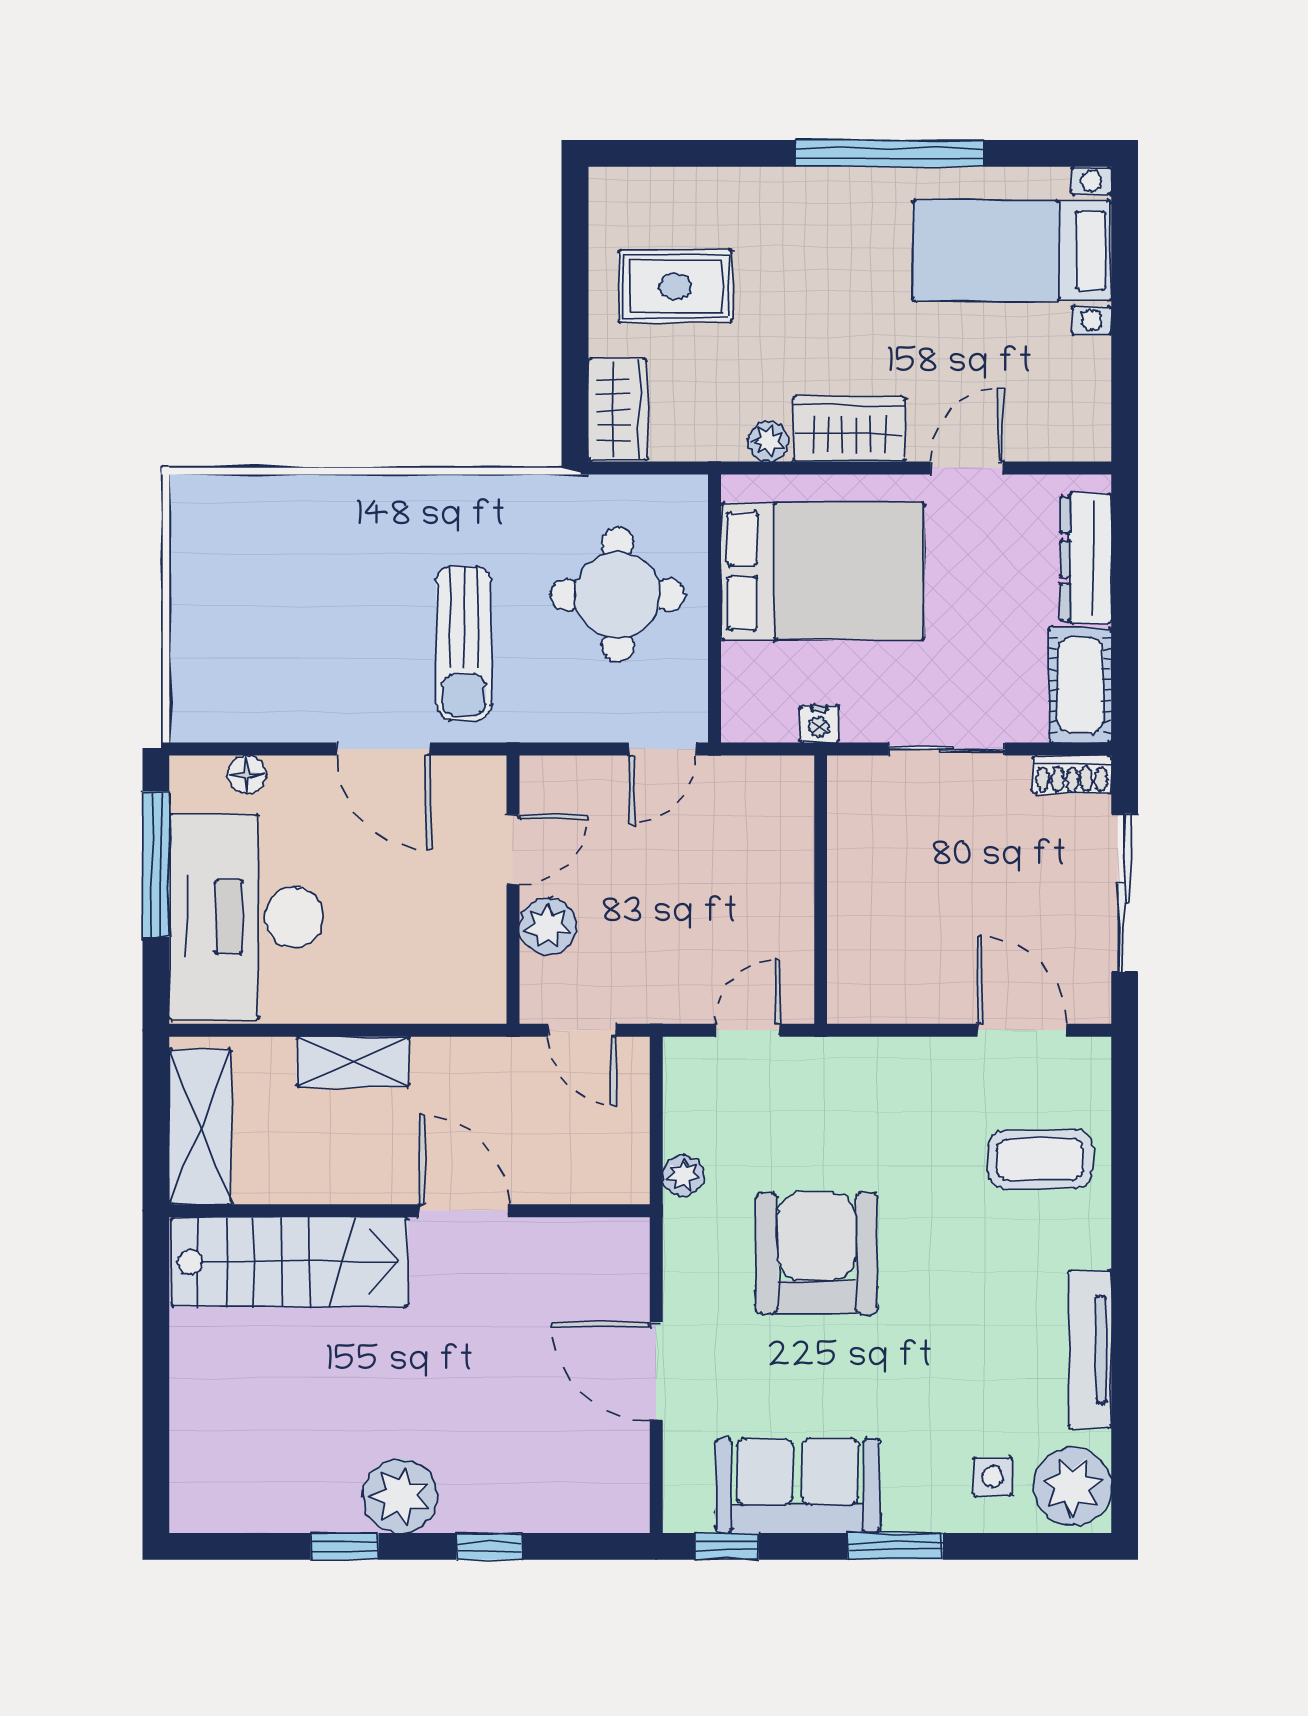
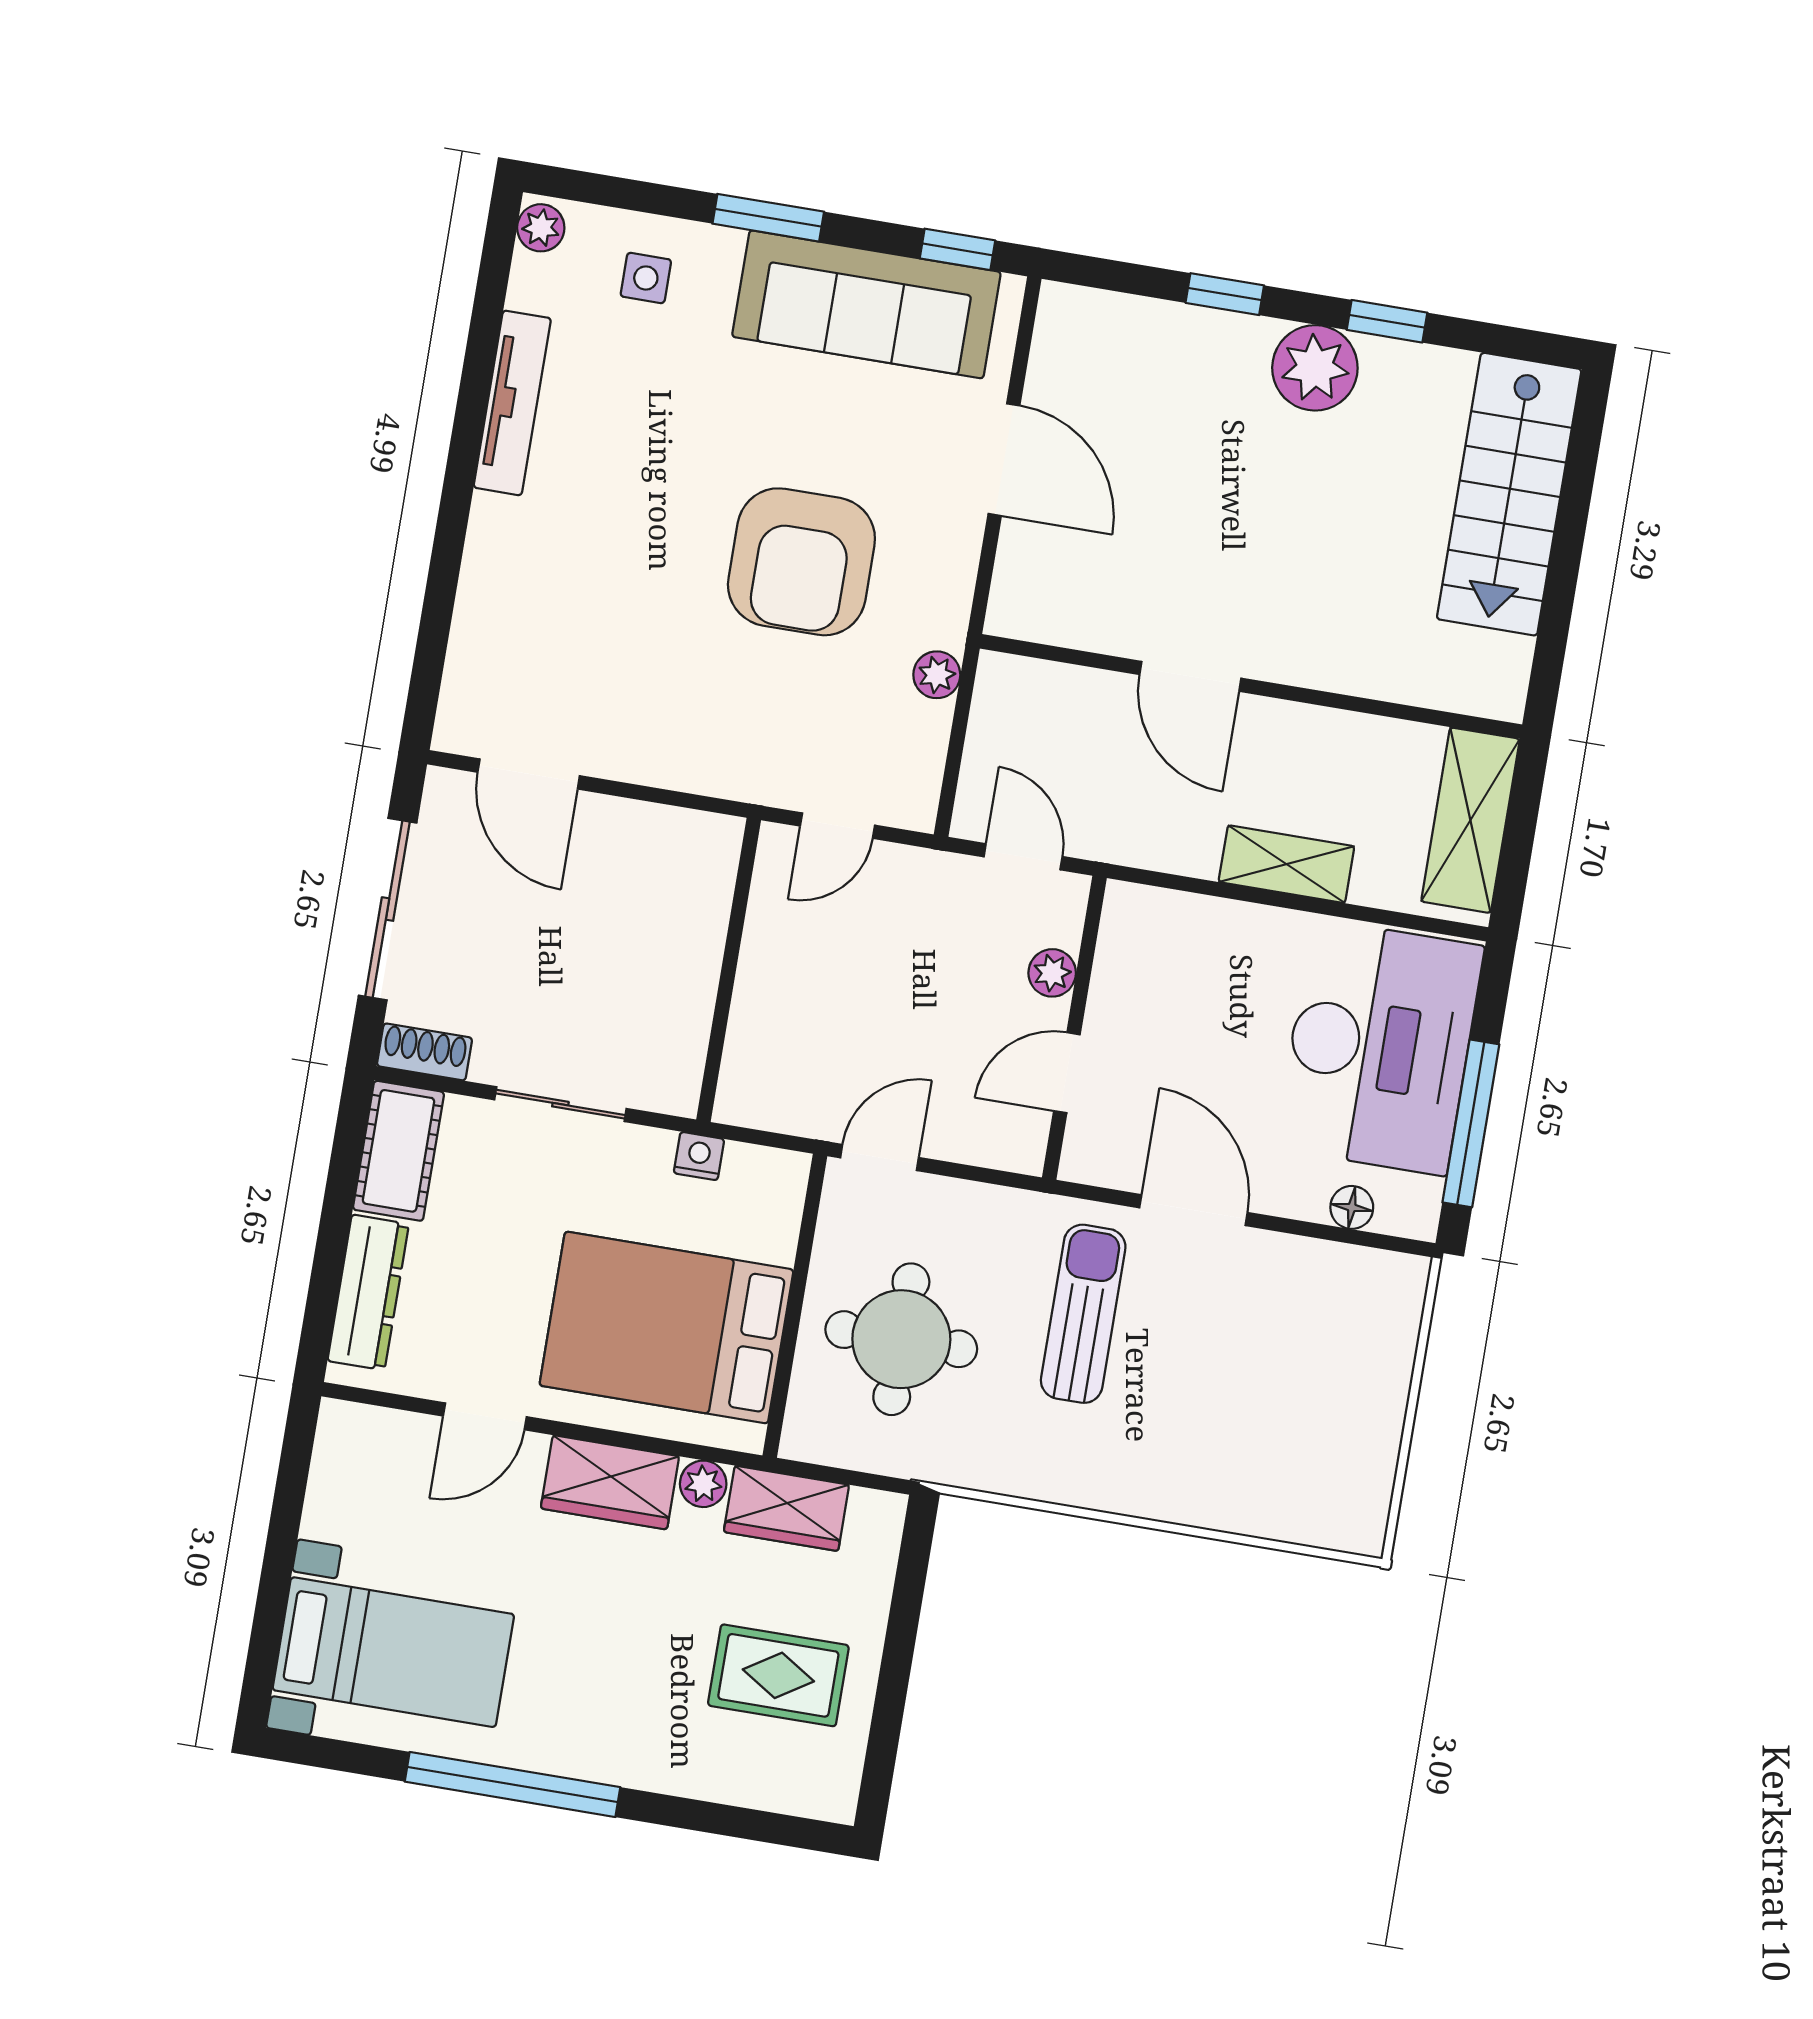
wardrobe: (618, 409) -> (786, 1508), moved, turned -90
plant: (548, 926) -> (1052, 973), width x0.73, depth x0.73
coffee table: (1040, 1159) -> (533, 625), removed
stairs: (289, 1262) -> (1509, 494), moved, turned -90
sofa: (798, 1486) -> (866, 304), width x1.36
plant: (1072, 1487) -> (541, 228), width x0.53, depth x0.53

